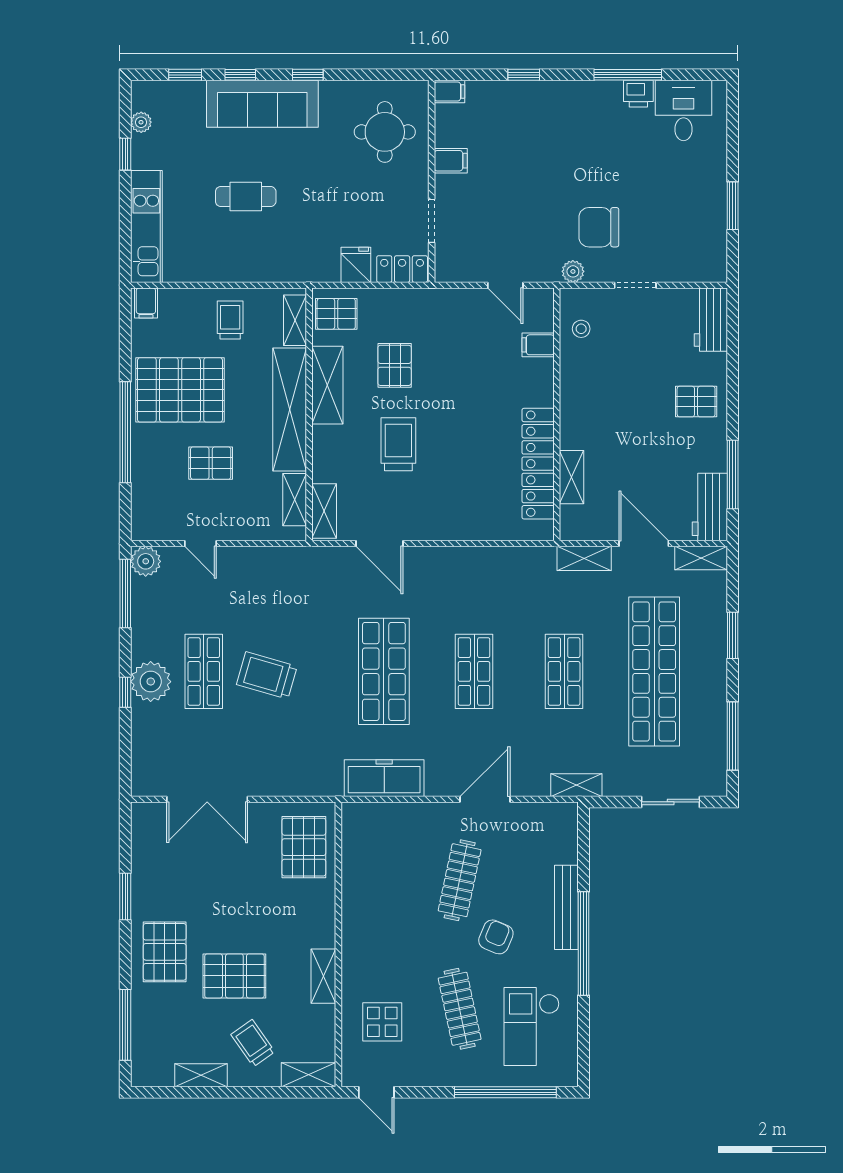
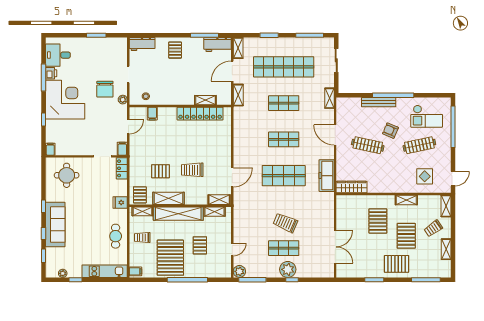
corner desk: (573, 128) -> (65, 100), added
filing cabinet: (451, 161) -> (122, 149), moved
cafe table: (246, 197) -> (116, 236), moved
fridge: (356, 265) -> (120, 202), moved
trolley: (267, 675) -> (285, 223), turned 97
wardrobe: (356, 840) -> (351, 187), added
pallet: (304, 847) -> (378, 221), moved, turned 90

